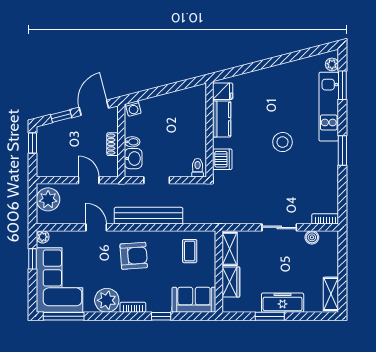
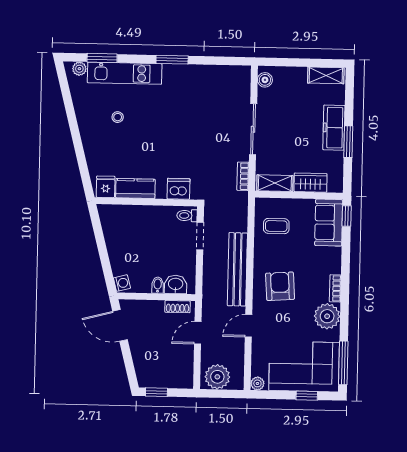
window: (61, 116) -> (128, 361), removed
stool: (282, 142) -> (118, 117), moved, width x0.53, depth x0.53
shoe rack: (113, 144) -> (178, 307), moved
doorway: (157, 180) -> (200, 236), moved
bookcase: (325, 219) -> (243, 176), moved
sliding door: (279, 227) -> (253, 129), width x1.37
boiler: (312, 237) -> (265, 80), moved
window: (32, 259) -> (307, 396), moved
window: (161, 316) -> (347, 216), moved

